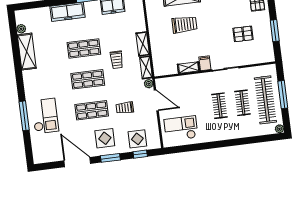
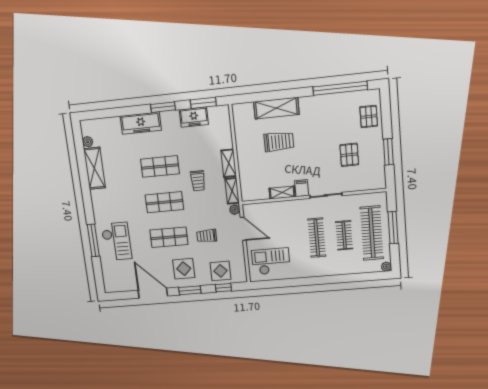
pallet: (243, 34) -> (349, 155), turned 90
clothes rail: (219, 106) -> (317, 238), width x1.36

